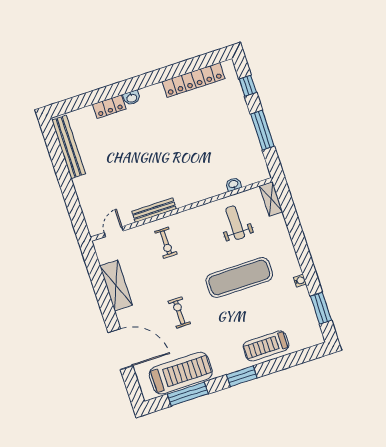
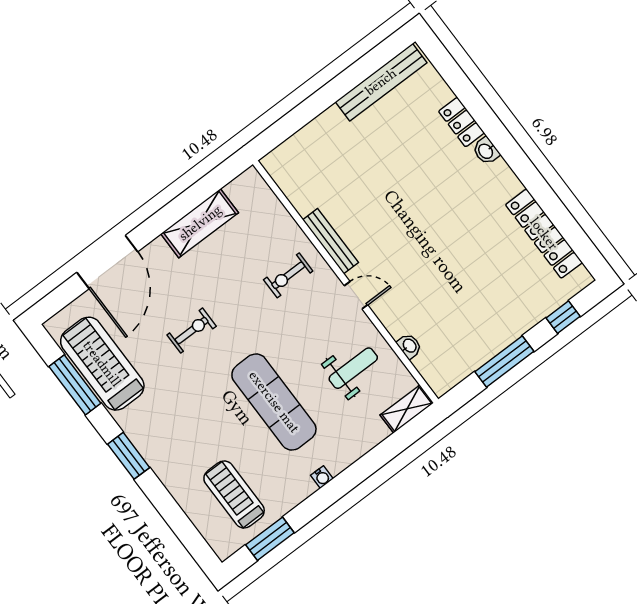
door: (114, 232) -> (356, 295), moved
water cooler: (300, 281) -> (322, 477), moved
treadmill: (266, 346) -> (234, 495), moved
treadmill: (181, 373) -> (102, 364), turned 180

